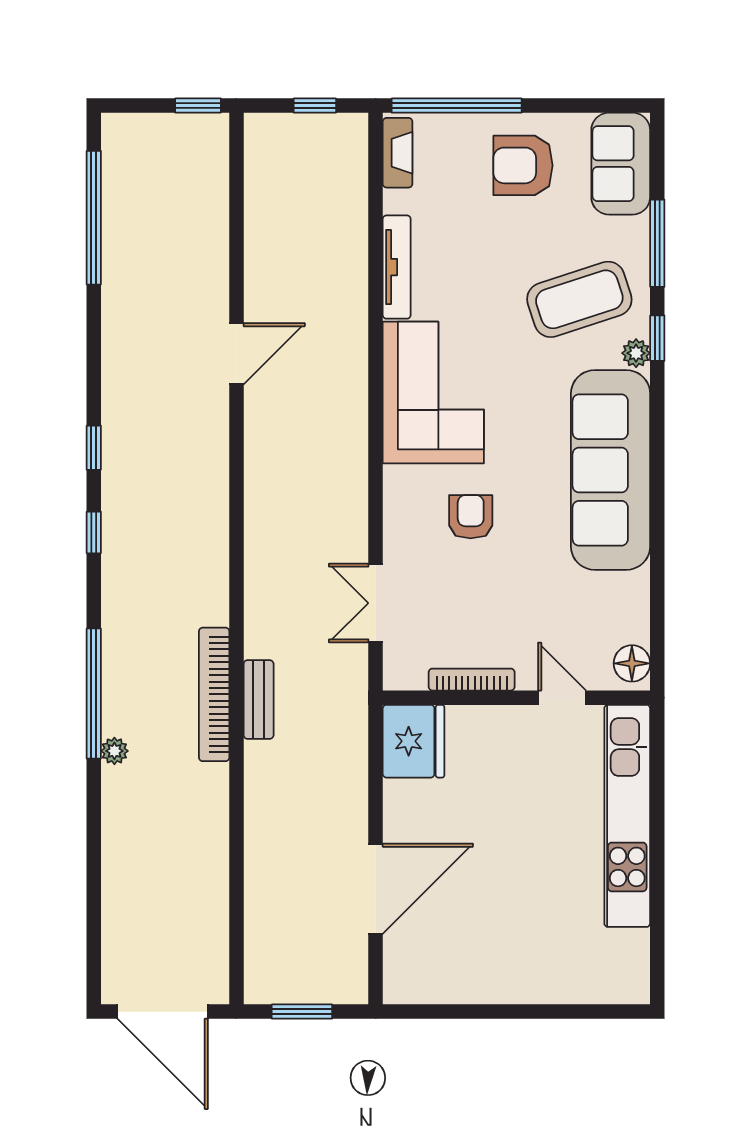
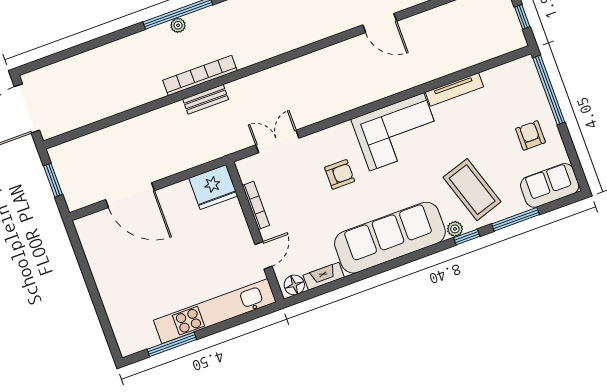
fireplace: (398, 153) -> (324, 276), moved, turned 180
armchair: (523, 165) -> (530, 135), width x0.72, depth x0.72
plant: (114, 751) -> (178, 25), moved
window: (657, 910) -> (172, 344), added

